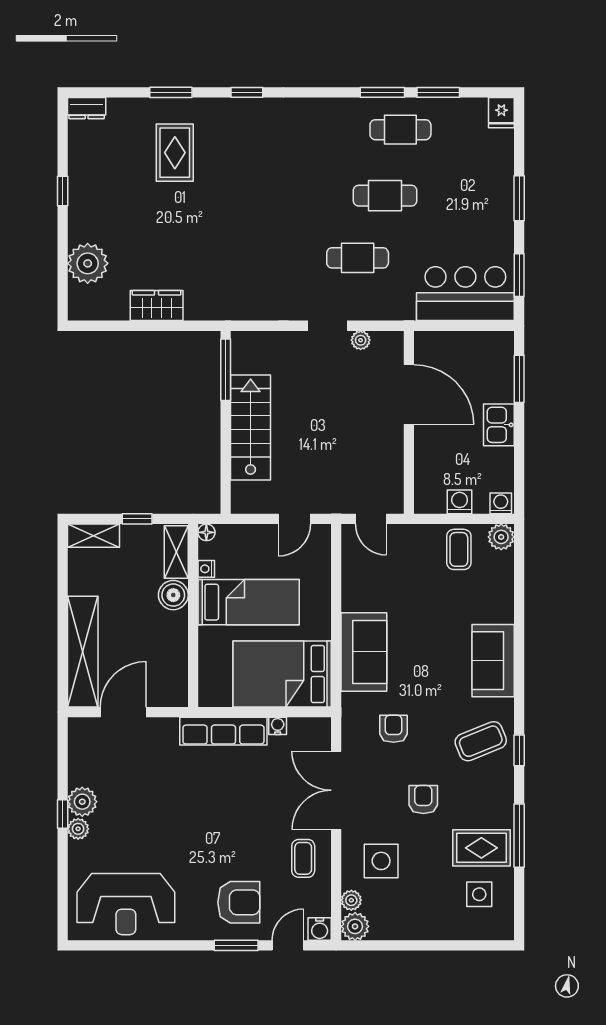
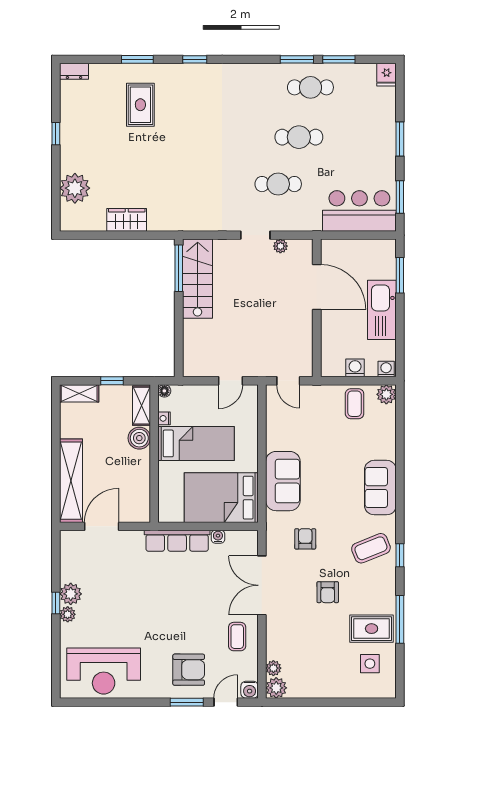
kitchen sink: (499, 425) -> (382, 310), width x1.88, depth x1.24
stairs: (251, 427) -> (198, 279), moved
armchair: (423, 799) -> (328, 592), turned 180
side table: (381, 861) -> (296, 638), removed

